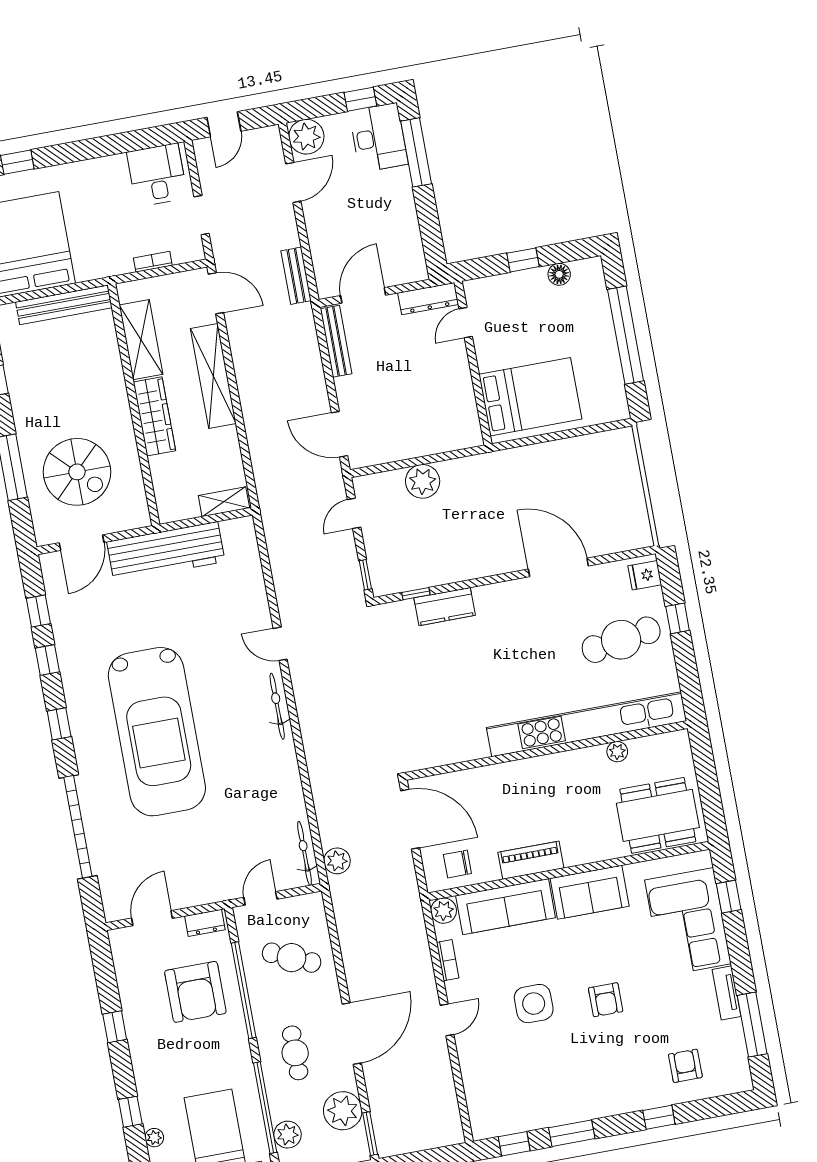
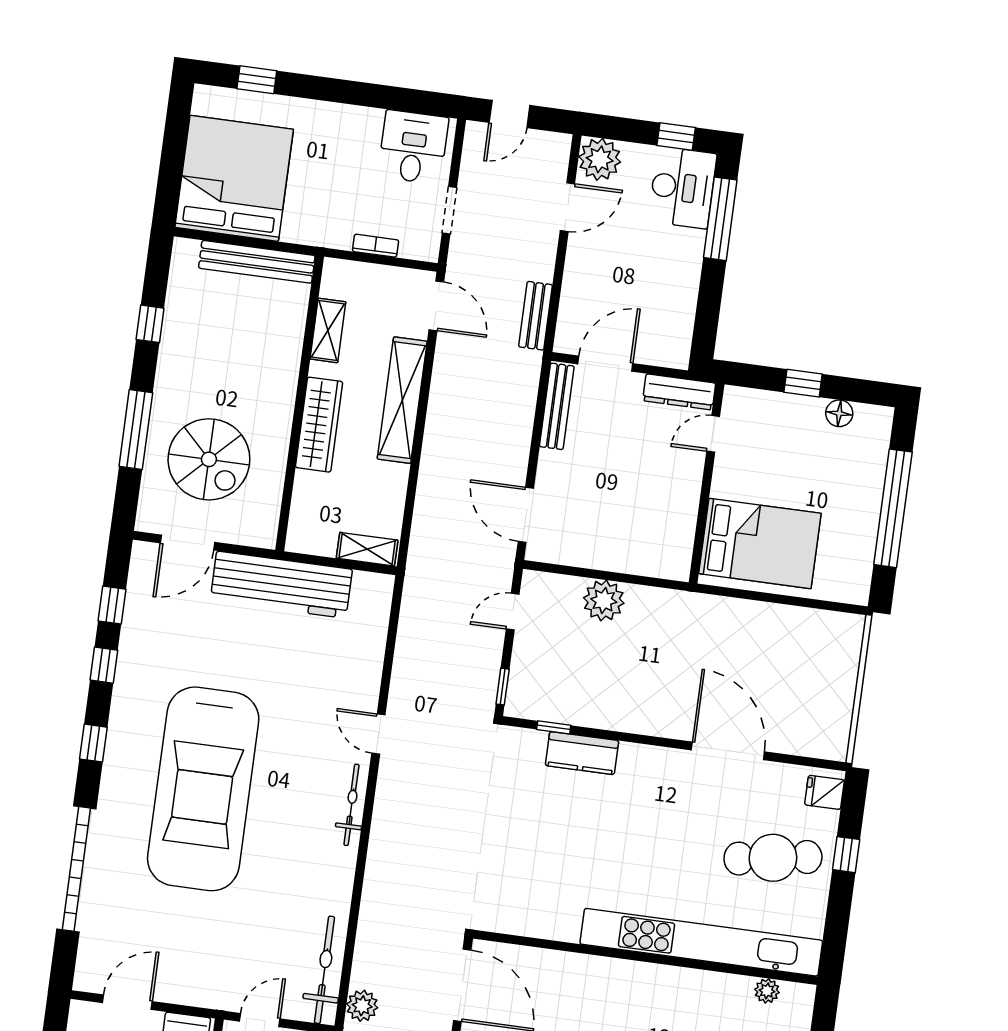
shelving: (141, 340) -> (328, 330), width x0.67, depth x0.75
plant: (617, 752) -> (767, 991), moved
bicycle: (304, 853) -> (324, 970), width x1.37, depth x1.40

